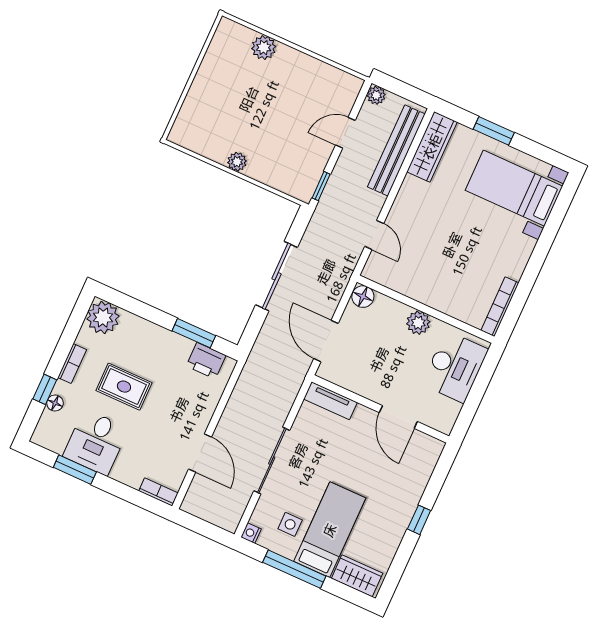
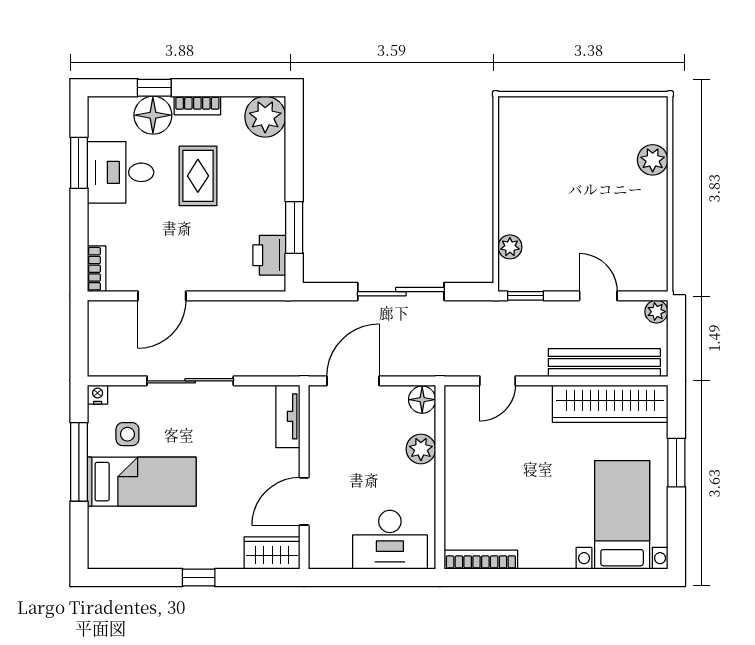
wardrobe: (432, 147) -> (610, 404), width x1.40, depth x1.17
plant: (237, 162) -> (510, 247), moved
plant: (418, 323) -> (421, 449), moved
floor lamp: (55, 403) -> (153, 115), width x1.89, depth x1.89
wardrobe: (357, 576) -> (272, 553), moved, turned -90

